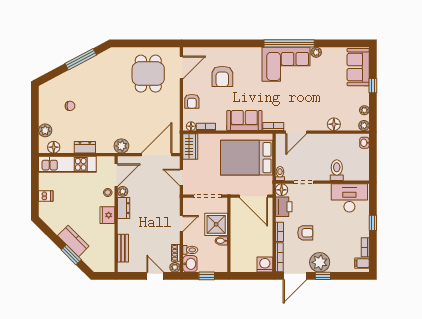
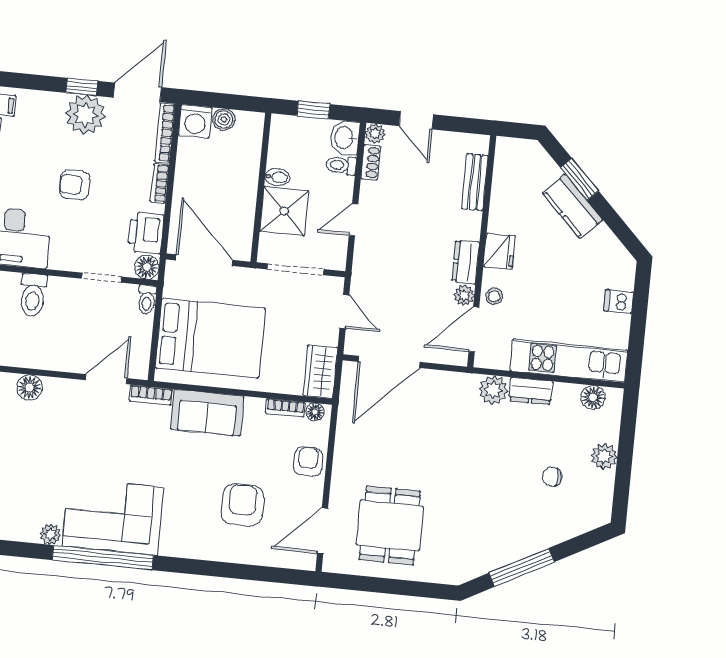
plant: (45, 130) -> (604, 456), moved
plant: (121, 146) -> (493, 390), moved
armchair: (305, 233) -> (74, 185), moved
boiler: (251, 267) -> (224, 119), added

